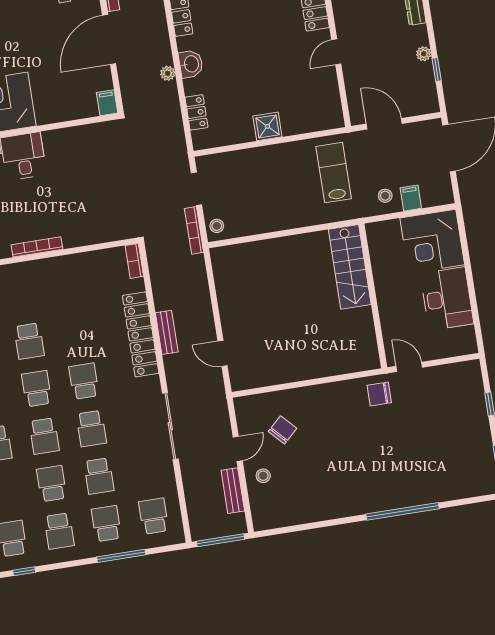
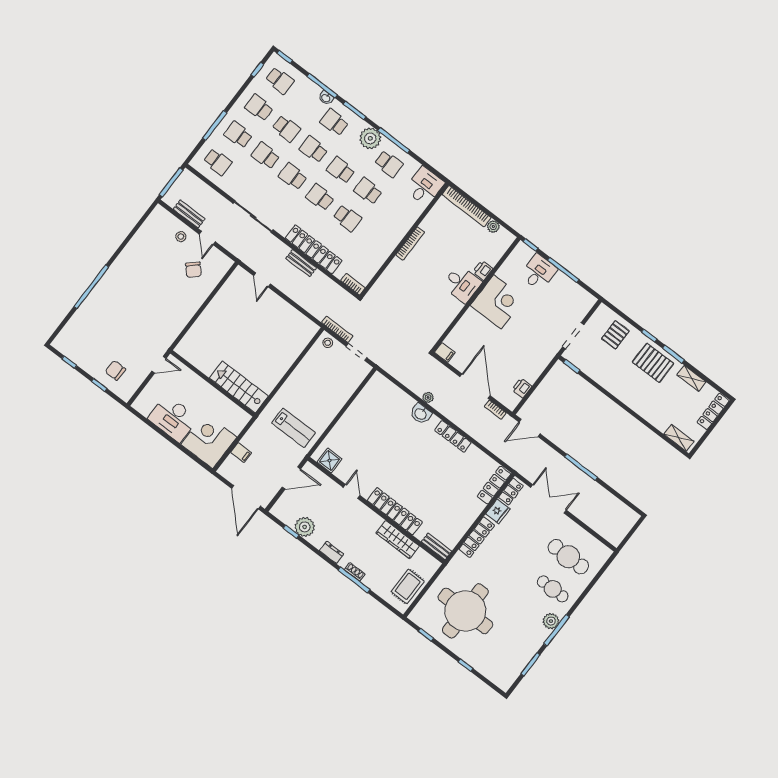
plant: (424, 54) -> (305, 527), width x1.88, depth x1.88
locker: (196, 112) -> (394, 391), removed
shower: (267, 126) -> (330, 460), moved
stool: (385, 196) -> (256, 441), removed
school desk: (76, 334) -> (347, 218), added
door: (223, 353) -> (262, 280), swing flipped
school desk: (84, 381) -> (320, 197), turned 180
school desk: (37, 389) -> (341, 170), turned 180
chair: (379, 394) -> (115, 370), moved, turned -90
school desk: (106, 524) -> (238, 135), turned 180

